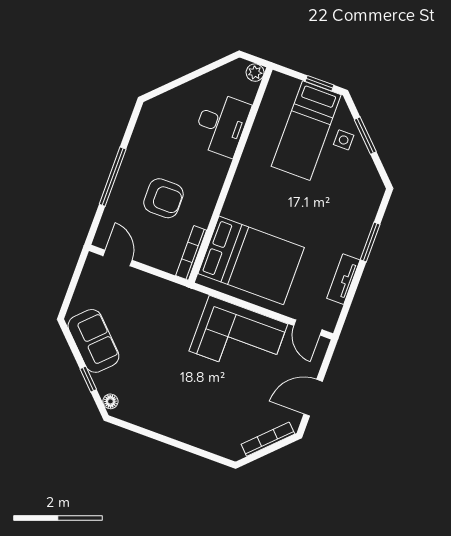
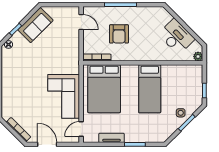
desk: (221, 124) -> (176, 37), moved, turned -135
bed: (306, 131) -> (150, 89), moved, turned -90
door: (118, 258) -> (81, 22), hinge flipped

